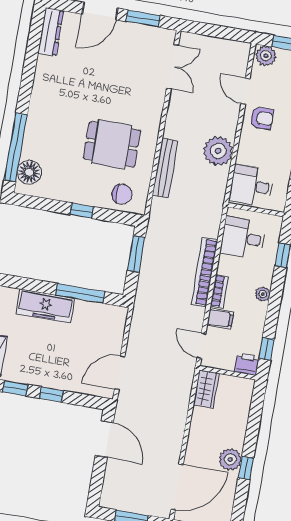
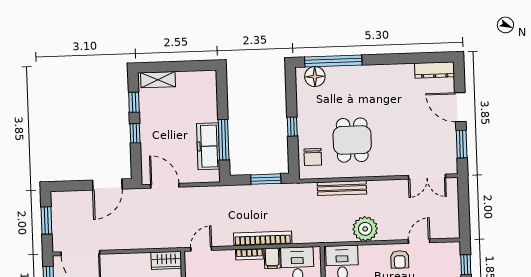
plant: (266, 56) -> (452, 252), removed
freezer: (45, 306) -> (208, 146), moved
filing cabinet: (220, 319) -> (272, 258), moved

